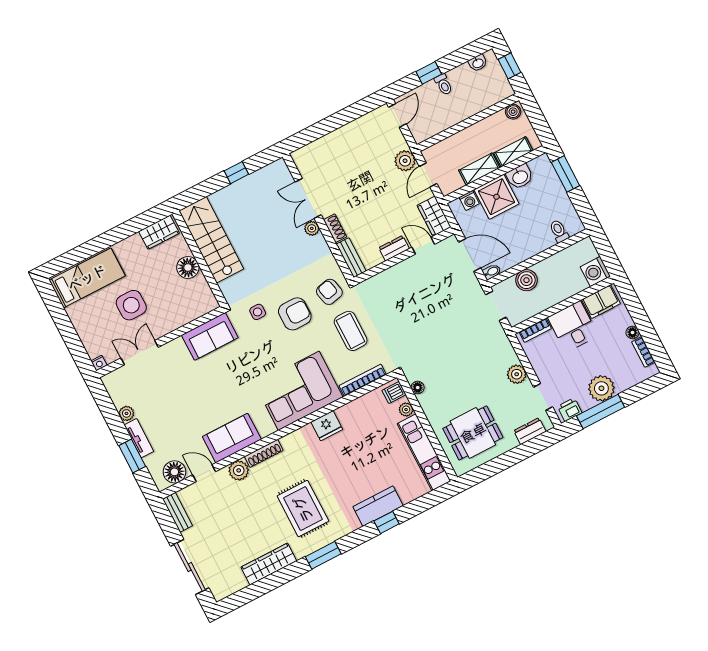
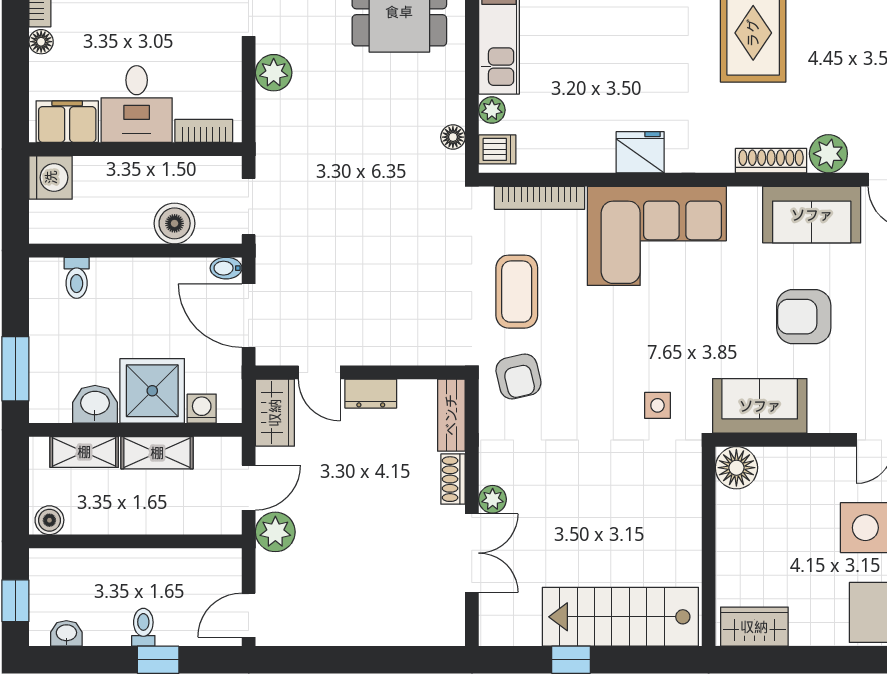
stairs: (211, 240) -> (620, 617), moved, turned 90
floor lamp: (188, 267) -> (736, 468), moved
armchair: (295, 314) -> (804, 317), moved

